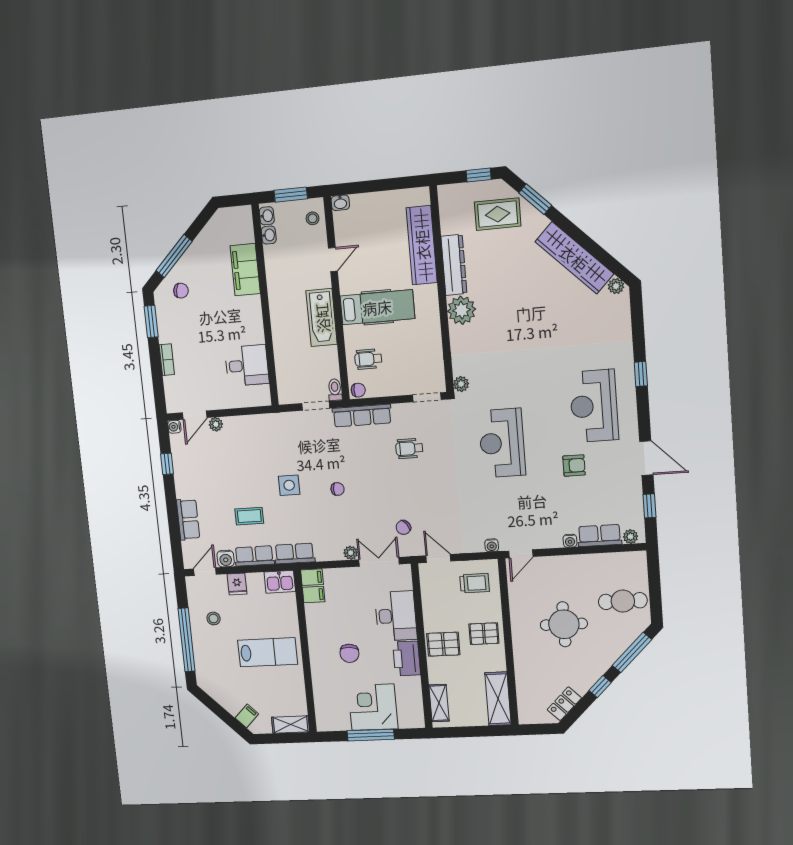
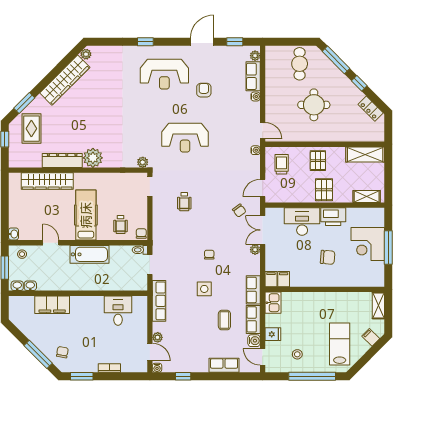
row of seats: (362, 416) -> (159, 301), moved
lab bench: (268, 652) -> (340, 344), moved

